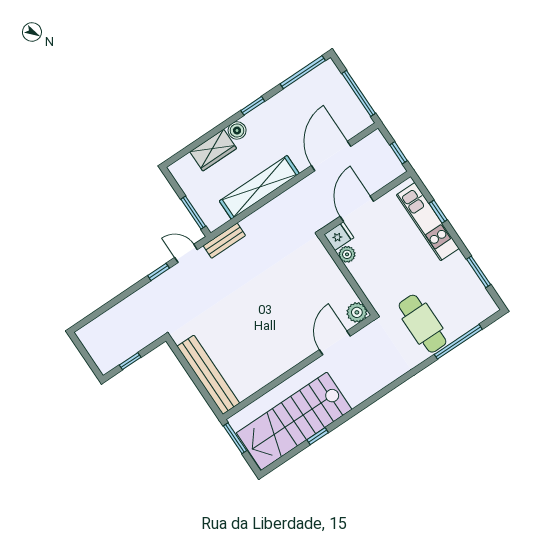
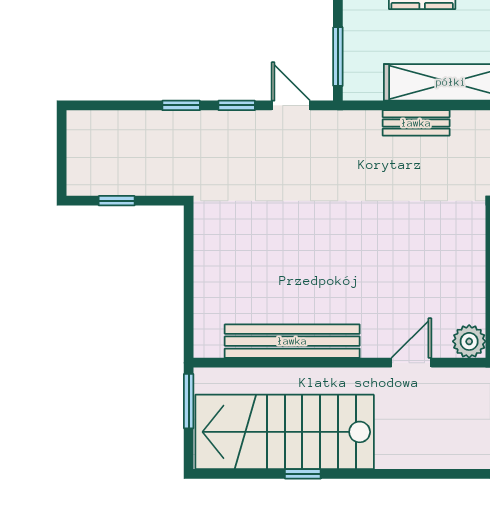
bench: (224, 241) -> (416, 123), moved
window: (130, 291) -> (181, 105), added
door: (335, 343) -> (411, 363), width x0.73
bench: (208, 375) -> (292, 341), moved, turned 90

